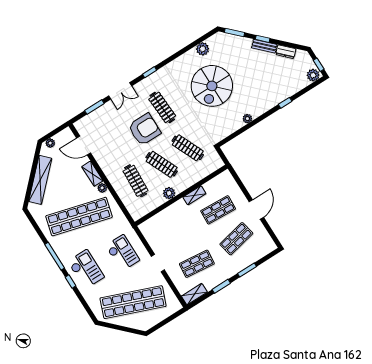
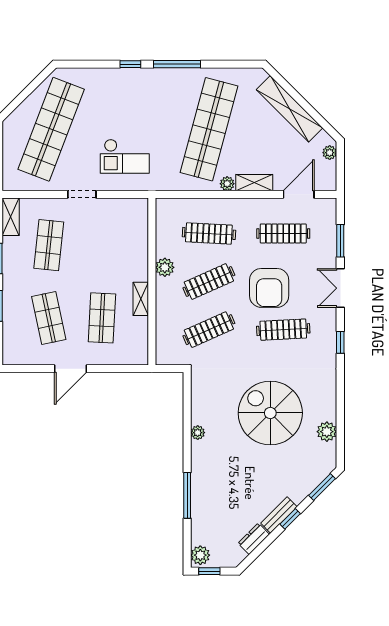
window: (285, 103) -> (187, 495), width x2.17
clothes rail: (110, 140) -> (283, 233), added
door: (256, 209) -> (71, 369), hinge flipped
checkout: (86, 269) -> (134, 95), removed

